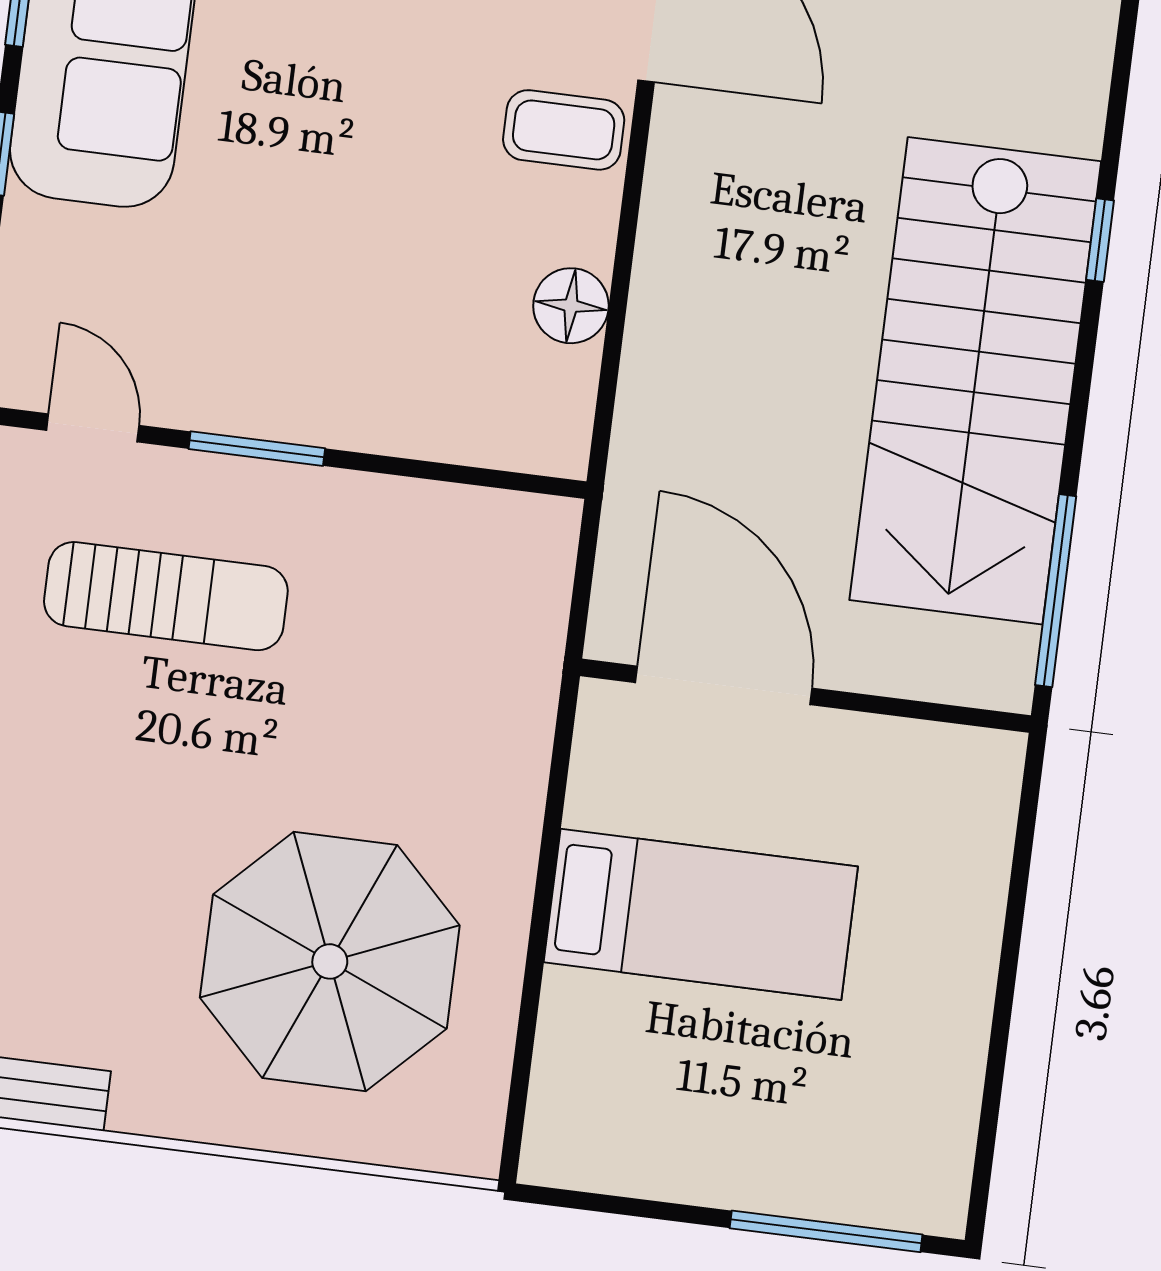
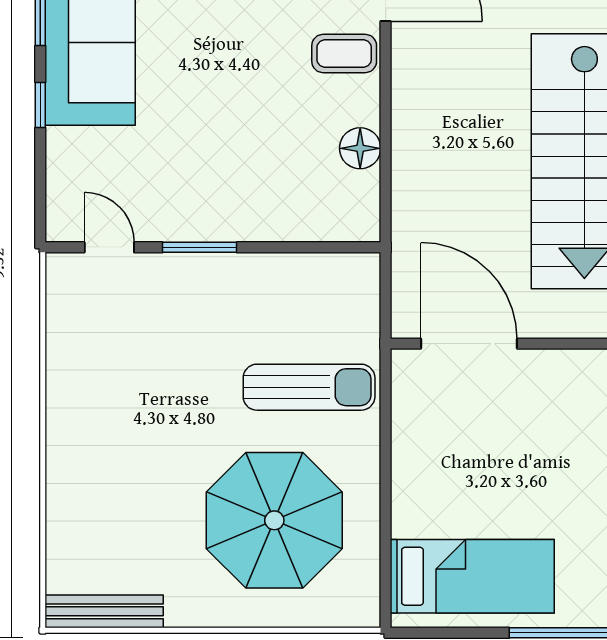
sun lounger: (166, 596) -> (309, 387), moved
bed: (701, 914) -> (472, 576), moved

